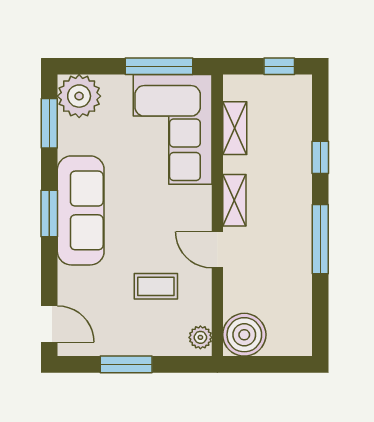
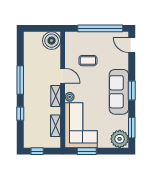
window: (159, 66) -> (87, 151), width x0.69
plant: (200, 337) -> (70, 97), moved
window: (126, 364) -> (100, 28), width x2.11

